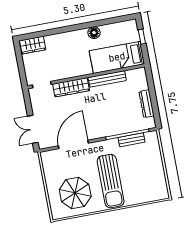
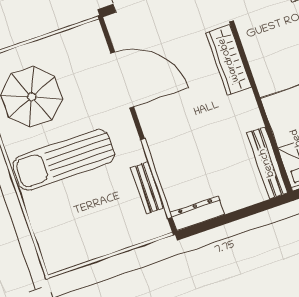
bench: (107, 79) -> (267, 163), moved
dresser: (147, 104) -> (197, 213), moved

